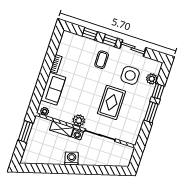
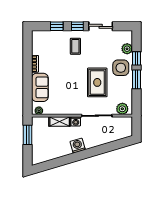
side table: (130, 75) -> (121, 68), moved
plant: (79, 121) -> (122, 109), moved

